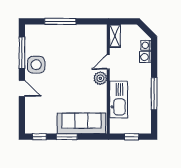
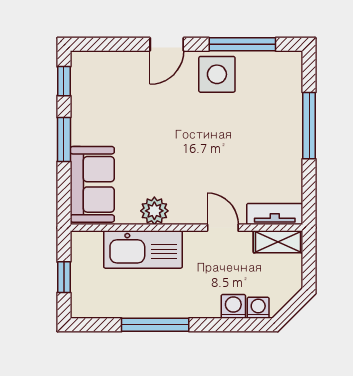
tv unit: (102, 37) -> (275, 214), added
plant: (100, 78) -> (154, 211), moved
sofa: (81, 123) -> (92, 184), width x0.73

